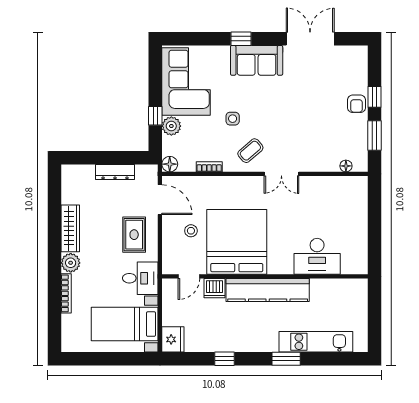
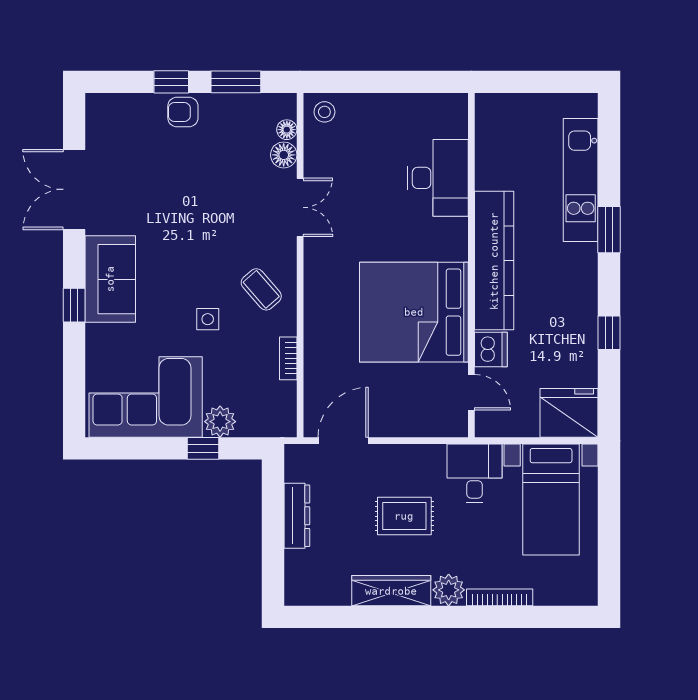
armchair: (356, 104) -> (183, 112), turned 180
floor lamp: (170, 164) -> (284, 155), moved
double door: (281, 174) -> (300, 207), moved
stool: (191, 231) -> (324, 112), moved
rug: (134, 235) -> (404, 516), moved
fridge: (173, 339) -> (569, 413), width x1.36, depth x1.34

